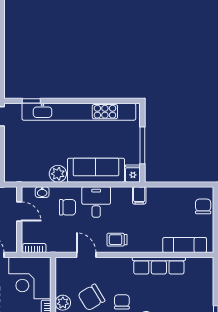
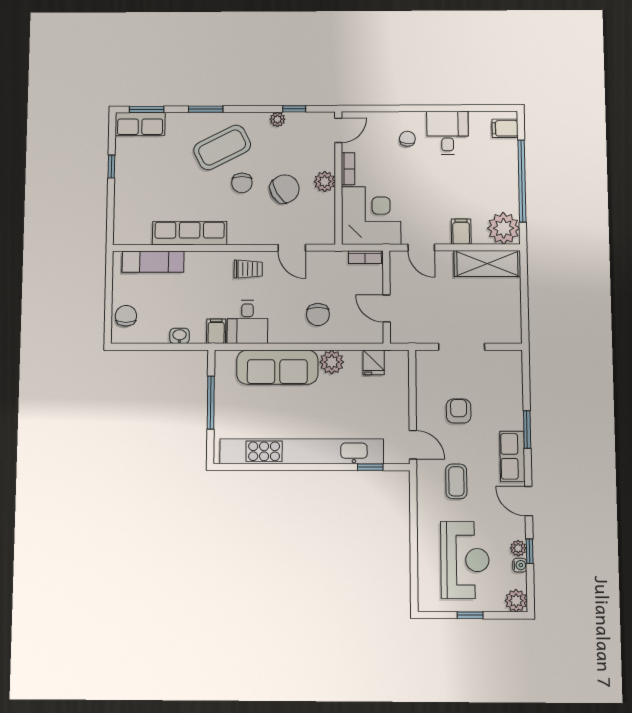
fridge: (133, 174) -> (374, 362), moved
washbasin: (42, 192) -> (180, 336), moved
desk: (96, 202) -> (247, 322), moved
chair: (203, 206) -> (126, 316), turned 180
chair: (68, 207) -> (318, 314), turned -90

